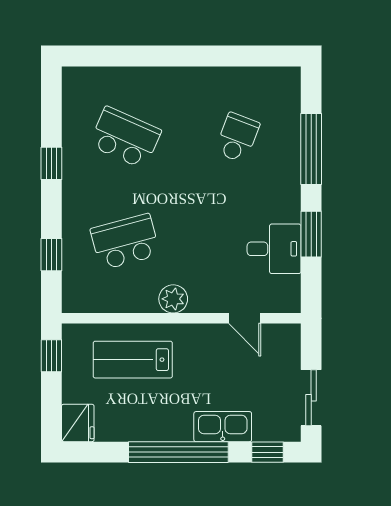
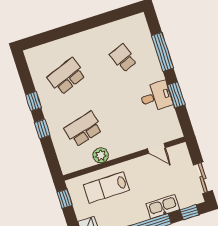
school desk: (125, 138) -> (67, 76), turned -45
school desk: (237, 138) -> (123, 58), turned -42
desk: (274, 249) -> (156, 97), moved
window: (51, 255) -> (42, 129), moved
plant: (173, 299) -> (101, 155), moved

